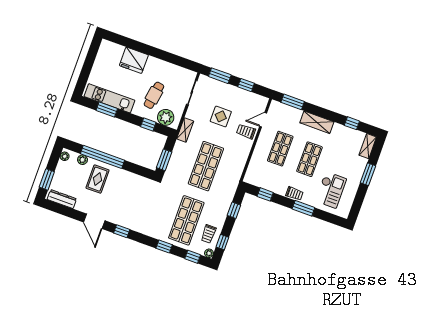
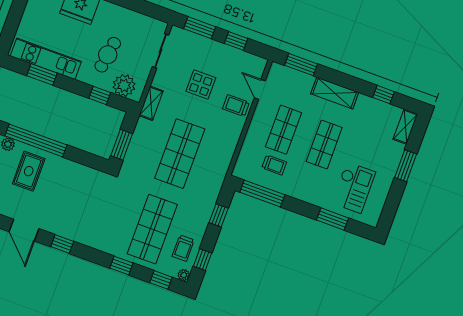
door: (263, 120) -> (260, 89), hinge flipped
window: (265, 194) -> (262, 193), width x2.17
trolley: (294, 194) -> (274, 165), moved
window: (303, 208) -> (333, 219), moved

